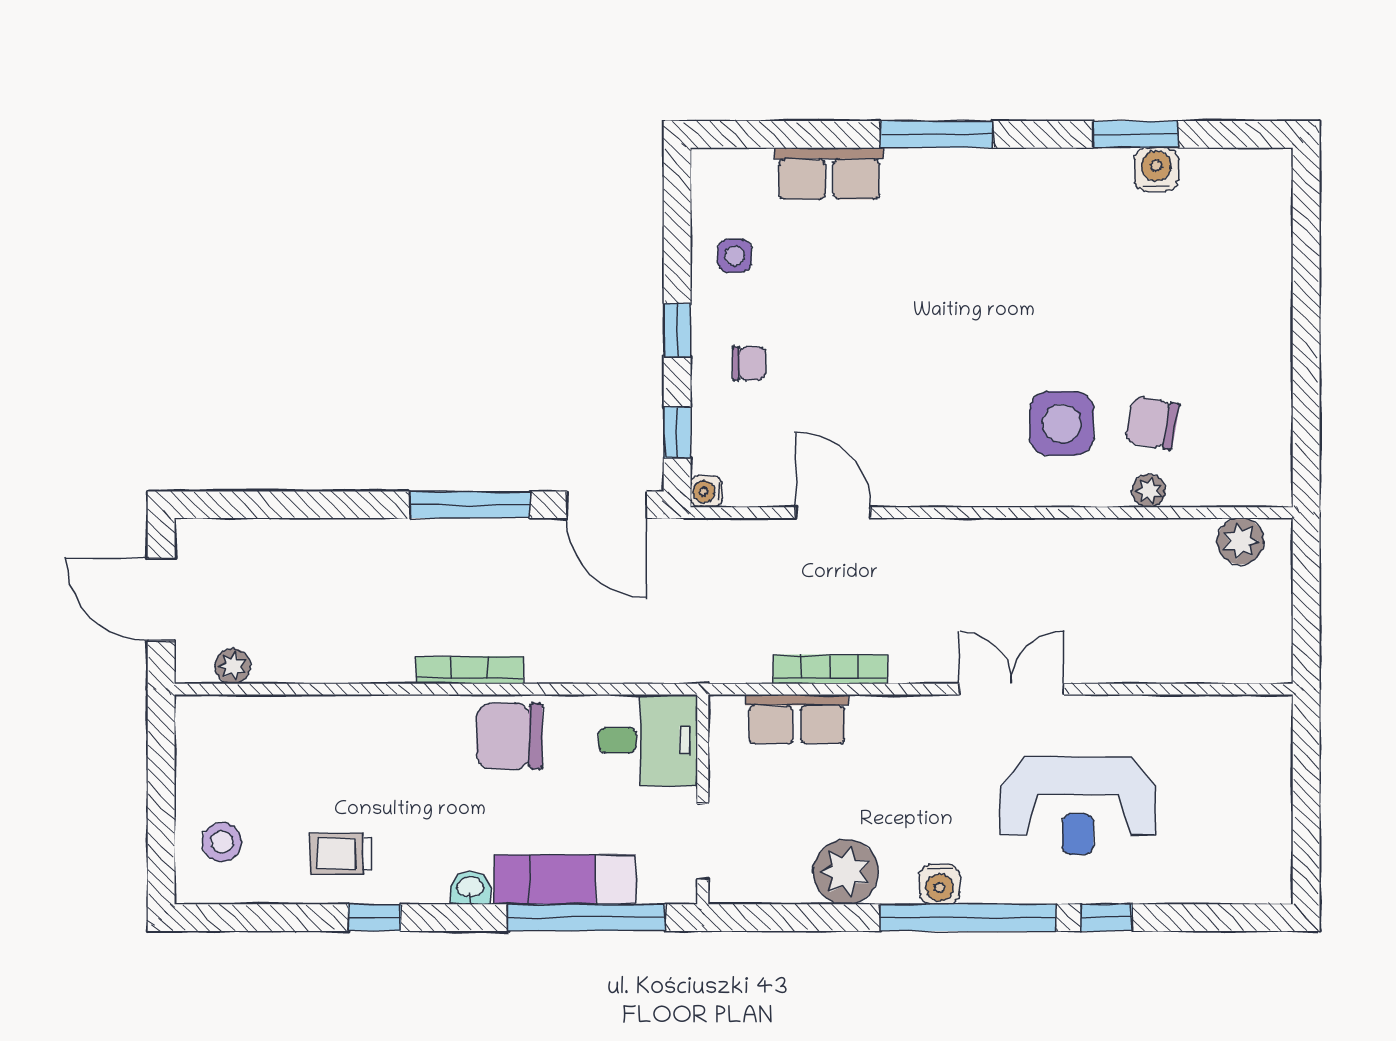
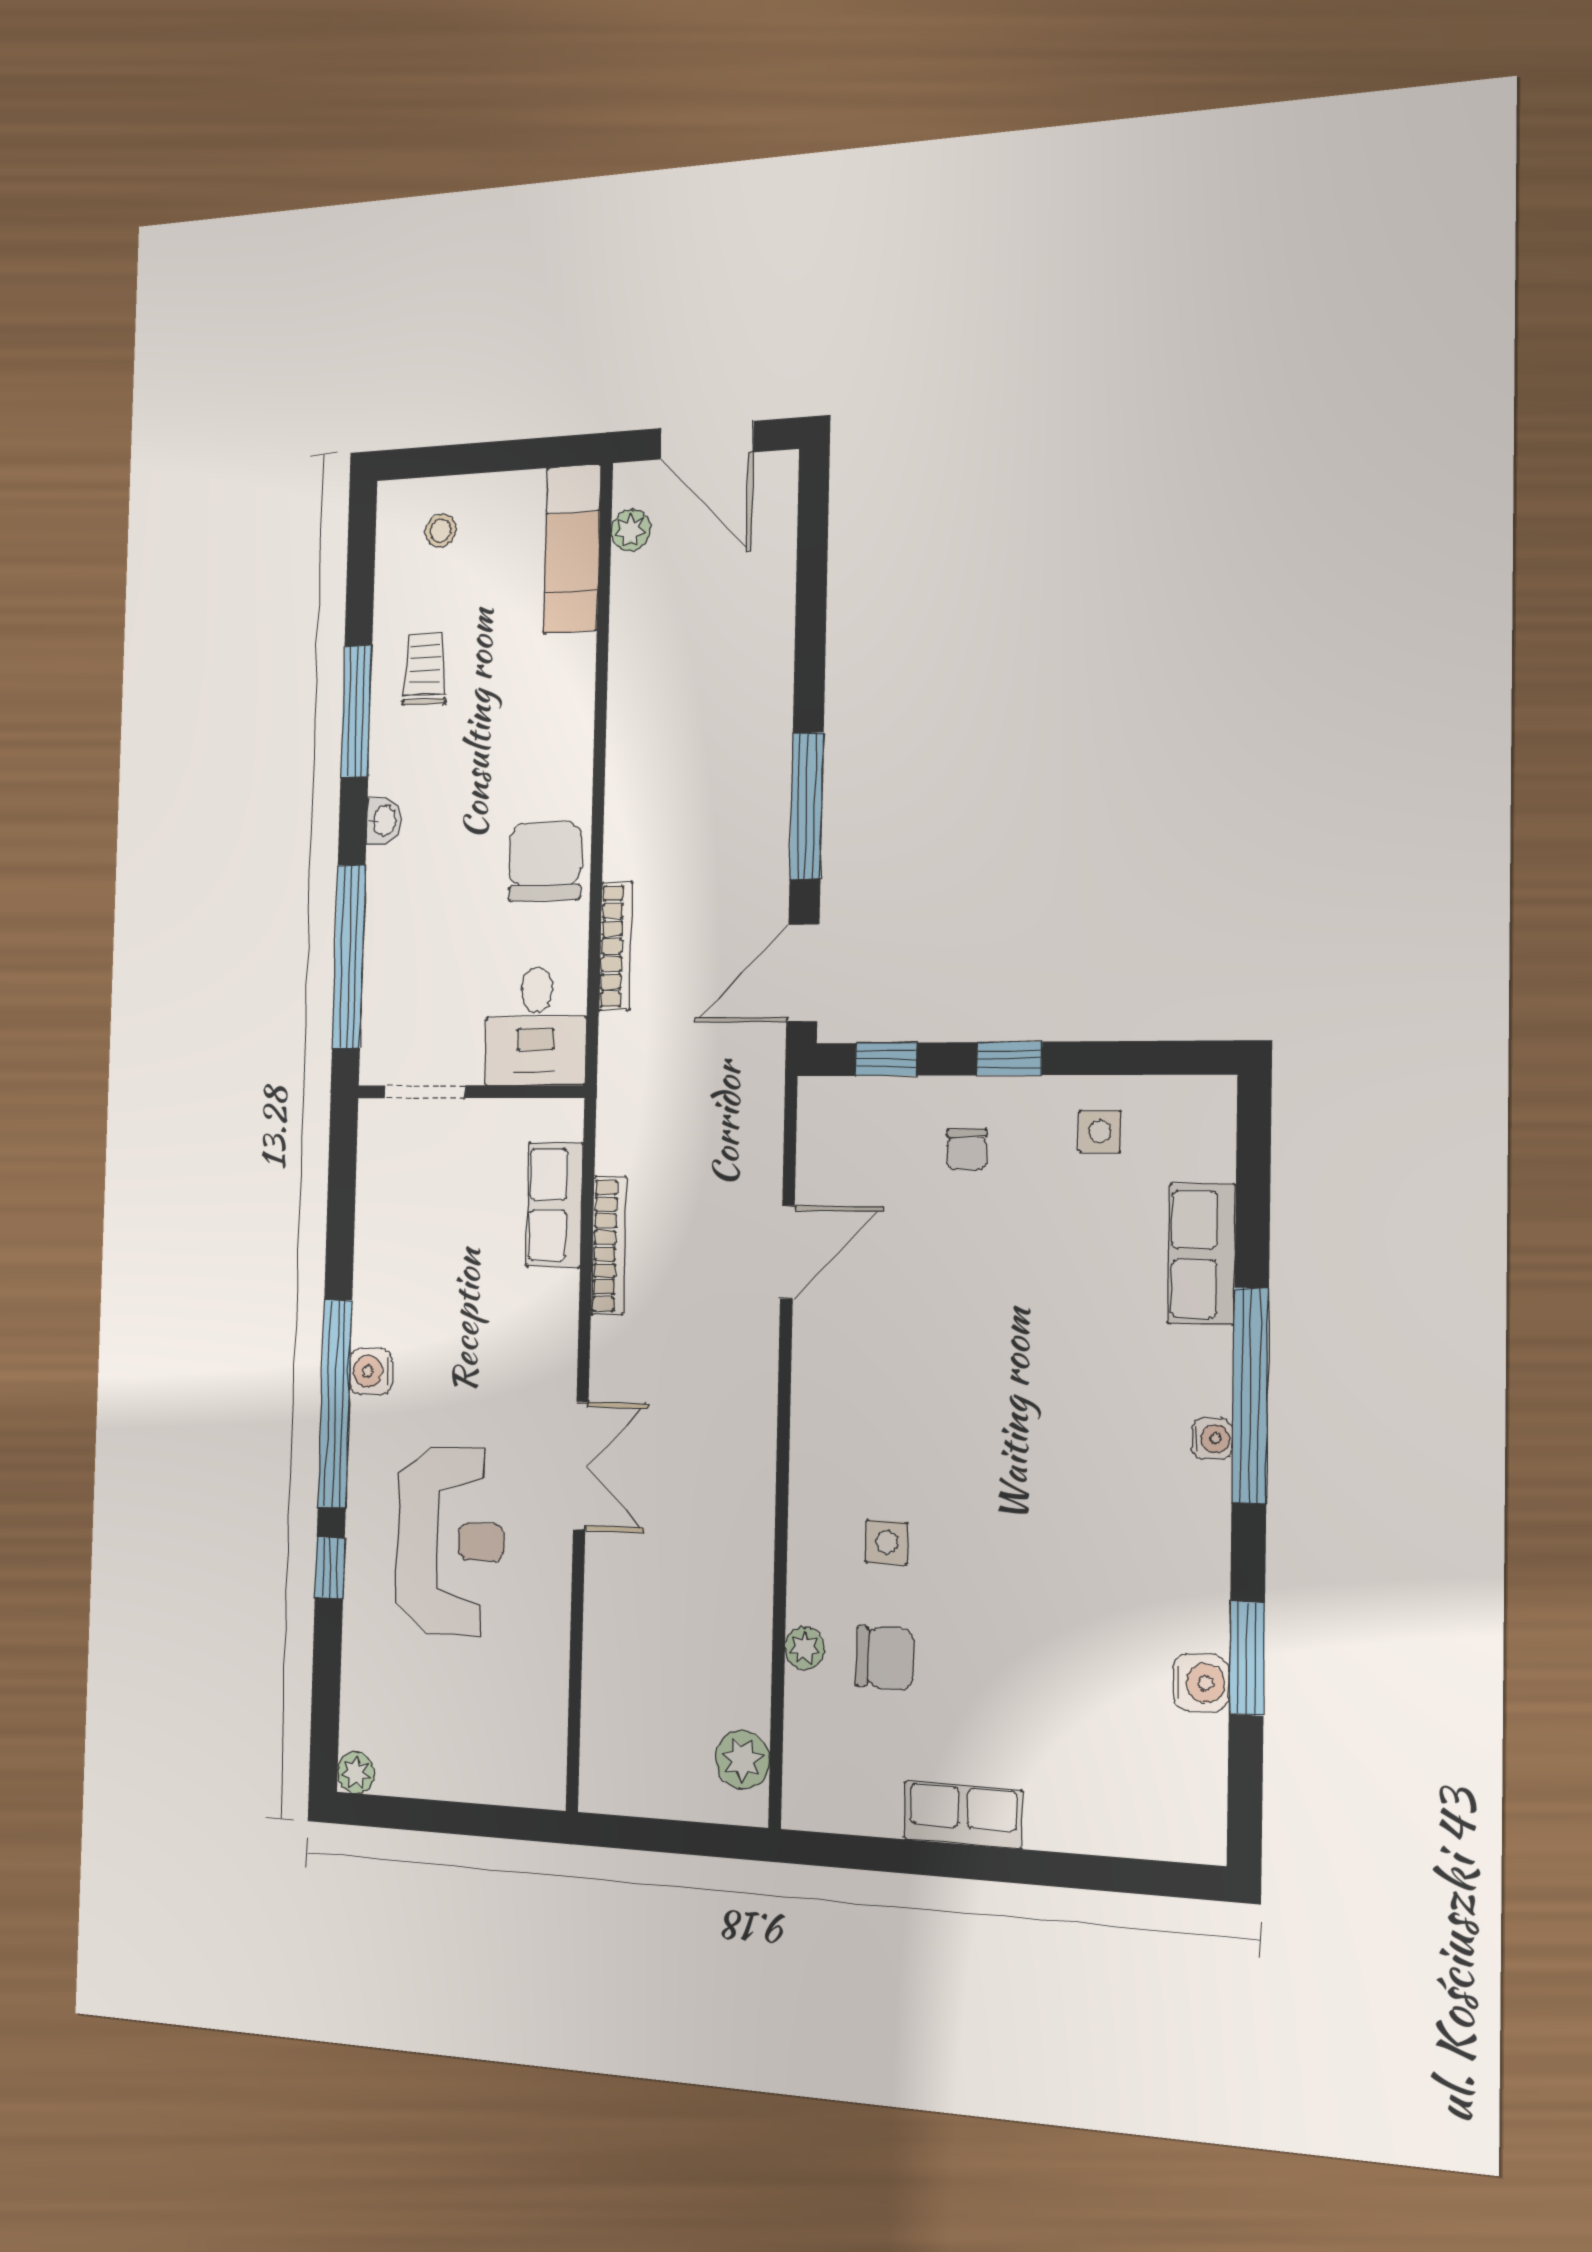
window: (936, 134) -> (1250, 1395), width x1.46
row of seats: (1270, 356) -> (963, 1815), added
side table: (1062, 423) -> (887, 1542), width x0.54, depth x0.54
chair: (1152, 423) -> (885, 1658), turned 81
water cooler: (706, 491) -> (1212, 1439), moved, turned 90
door: (161, 600) -> (707, 440), swing flipped
bookcase: (470, 670) -> (616, 946), moved
reception desk: (1078, 806) -> (450, 1540), turned 180
stool: (222, 842) -> (441, 531), width x0.73, depth x0.73
plant: (846, 872) -> (356, 1773), moved, width x0.53, depth x0.53
exam couch: (565, 880) -> (572, 549), moved, turned 180
window: (374, 918) -> (356, 711), width x2.17

